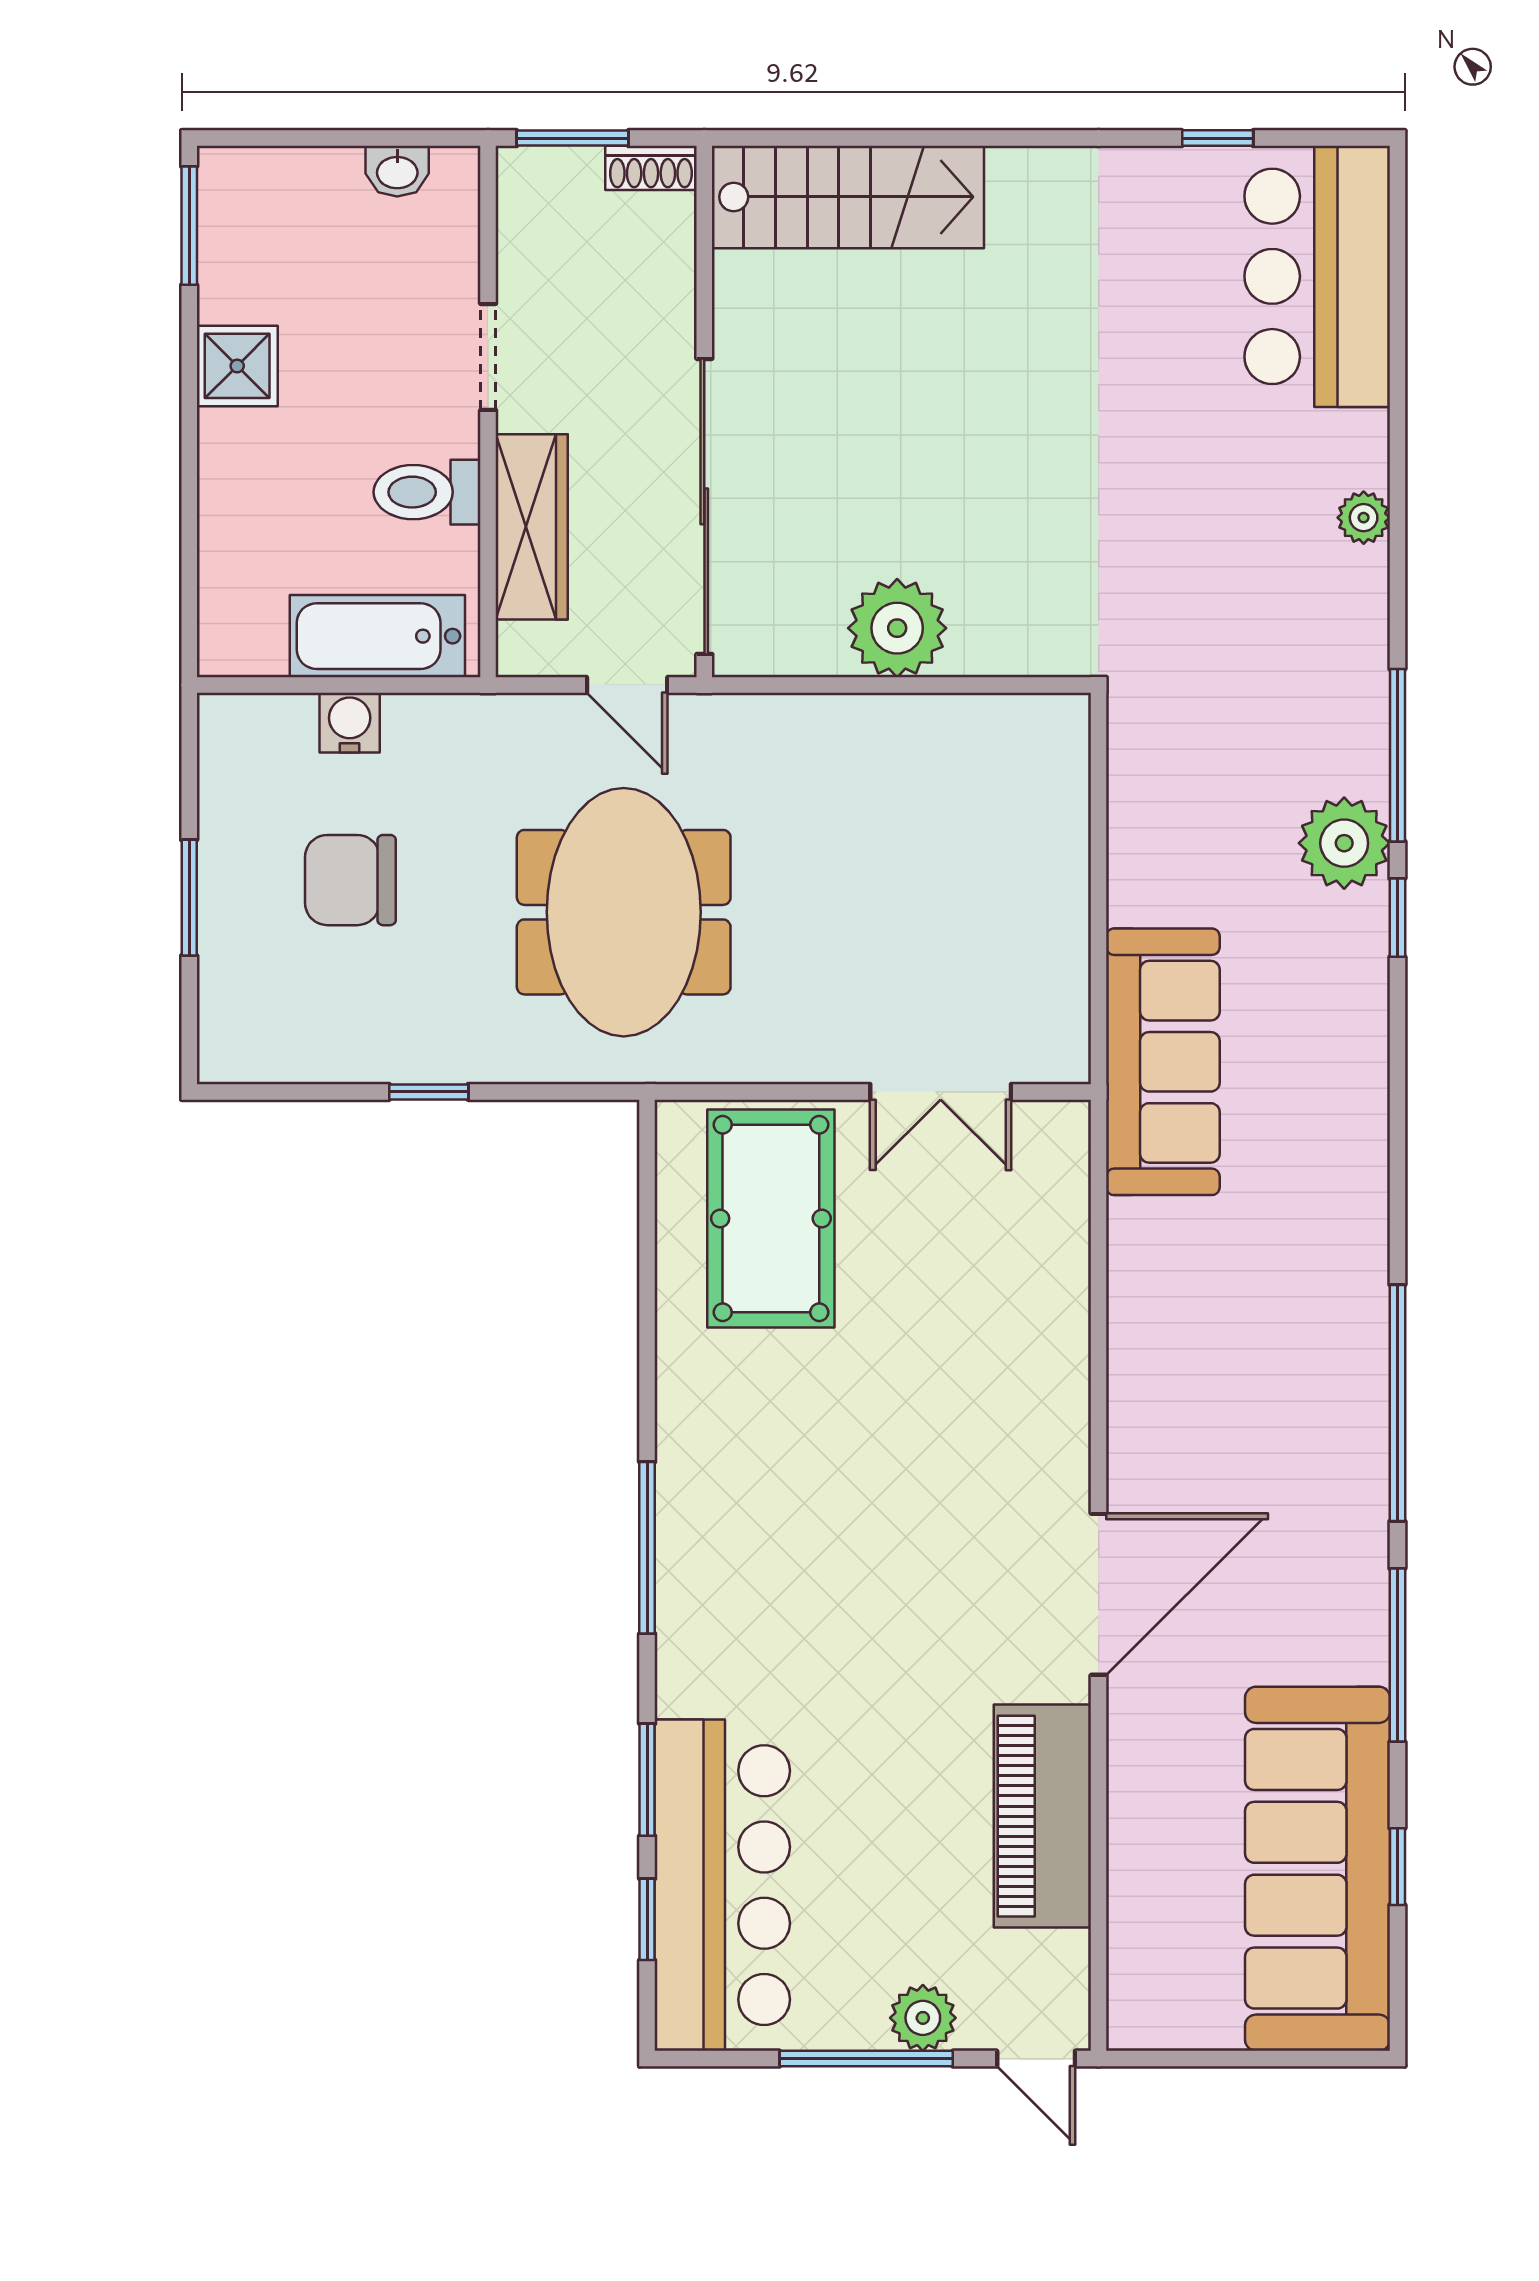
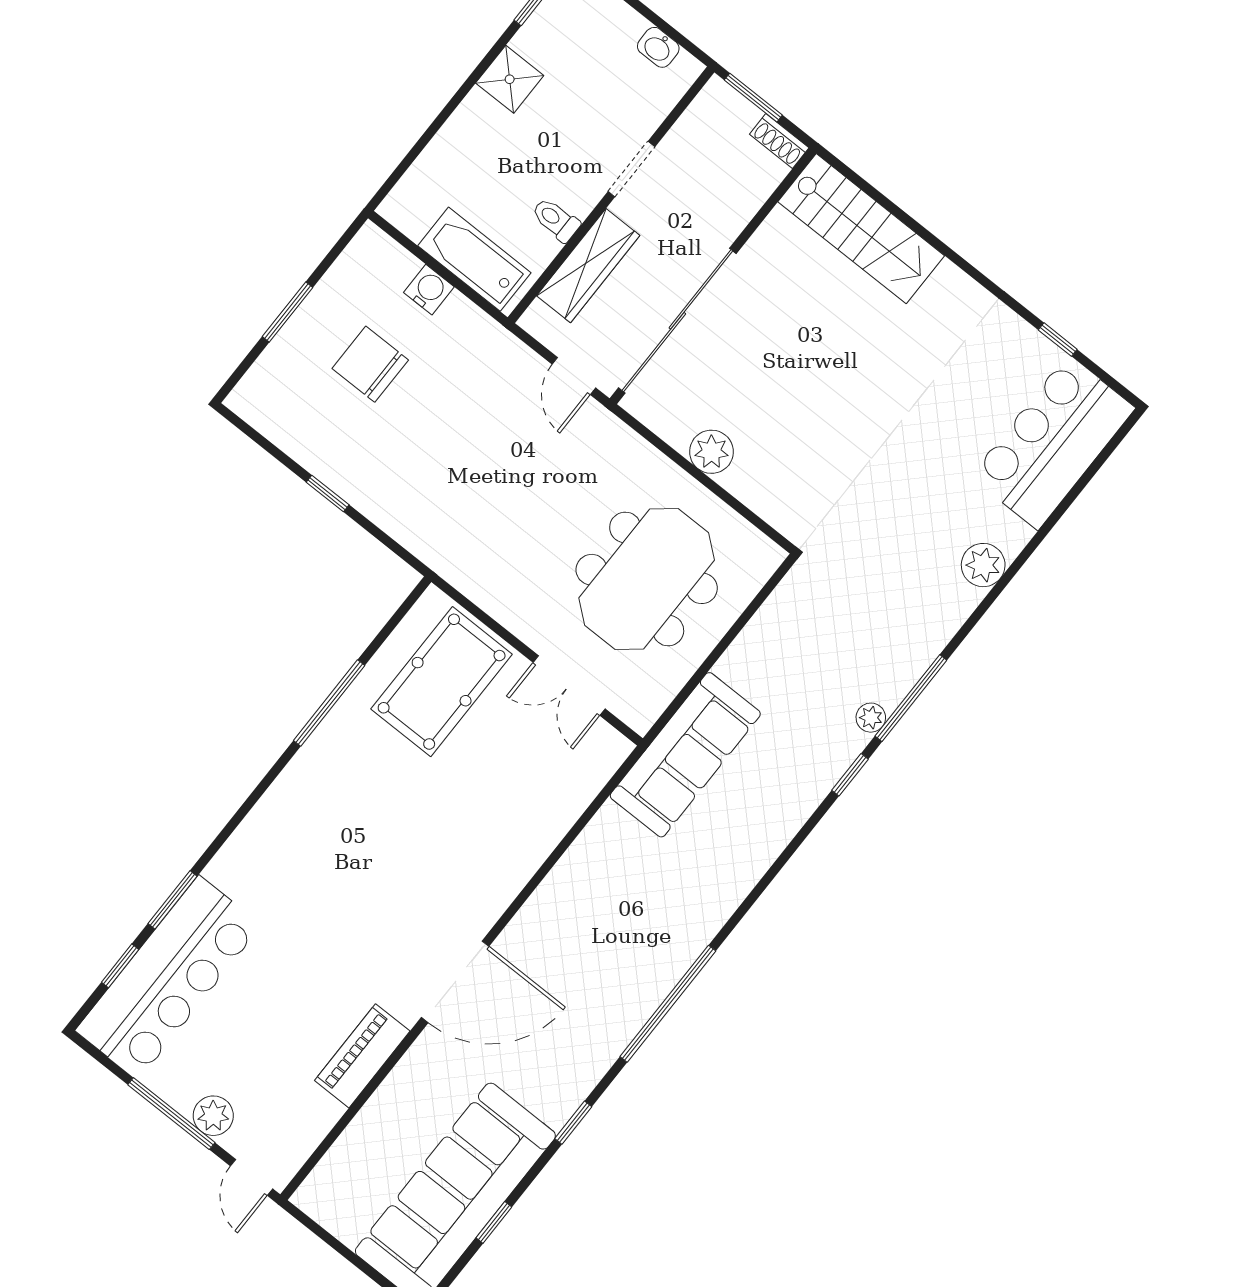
toilet: (427, 492) -> (556, 220), width x0.73, depth x0.72
plant: (1364, 518) -> (983, 565), width x1.38, depth x1.38
plant: (897, 628) -> (711, 452), width x0.73, depth x0.73
plant: (1344, 843) -> (871, 718), width x0.53, depth x0.53
meeting table: (624, 912) -> (647, 579), moved
window: (647, 1548) -> (329, 703), moved
window: (1397, 1655) -> (573, 1123), width x0.46
piano: (1042, 1816) -> (362, 1056), width x0.73, depth x0.75

